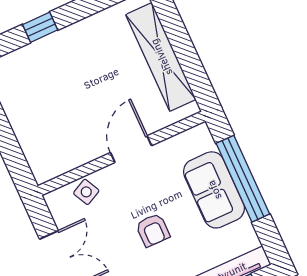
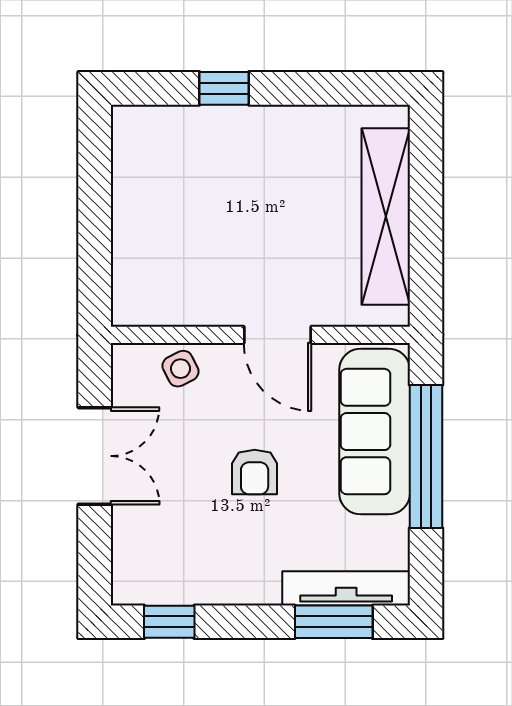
door: (131, 149) -> (278, 335), swing flipped
sofa: (214, 190) -> (375, 432), width x1.36

